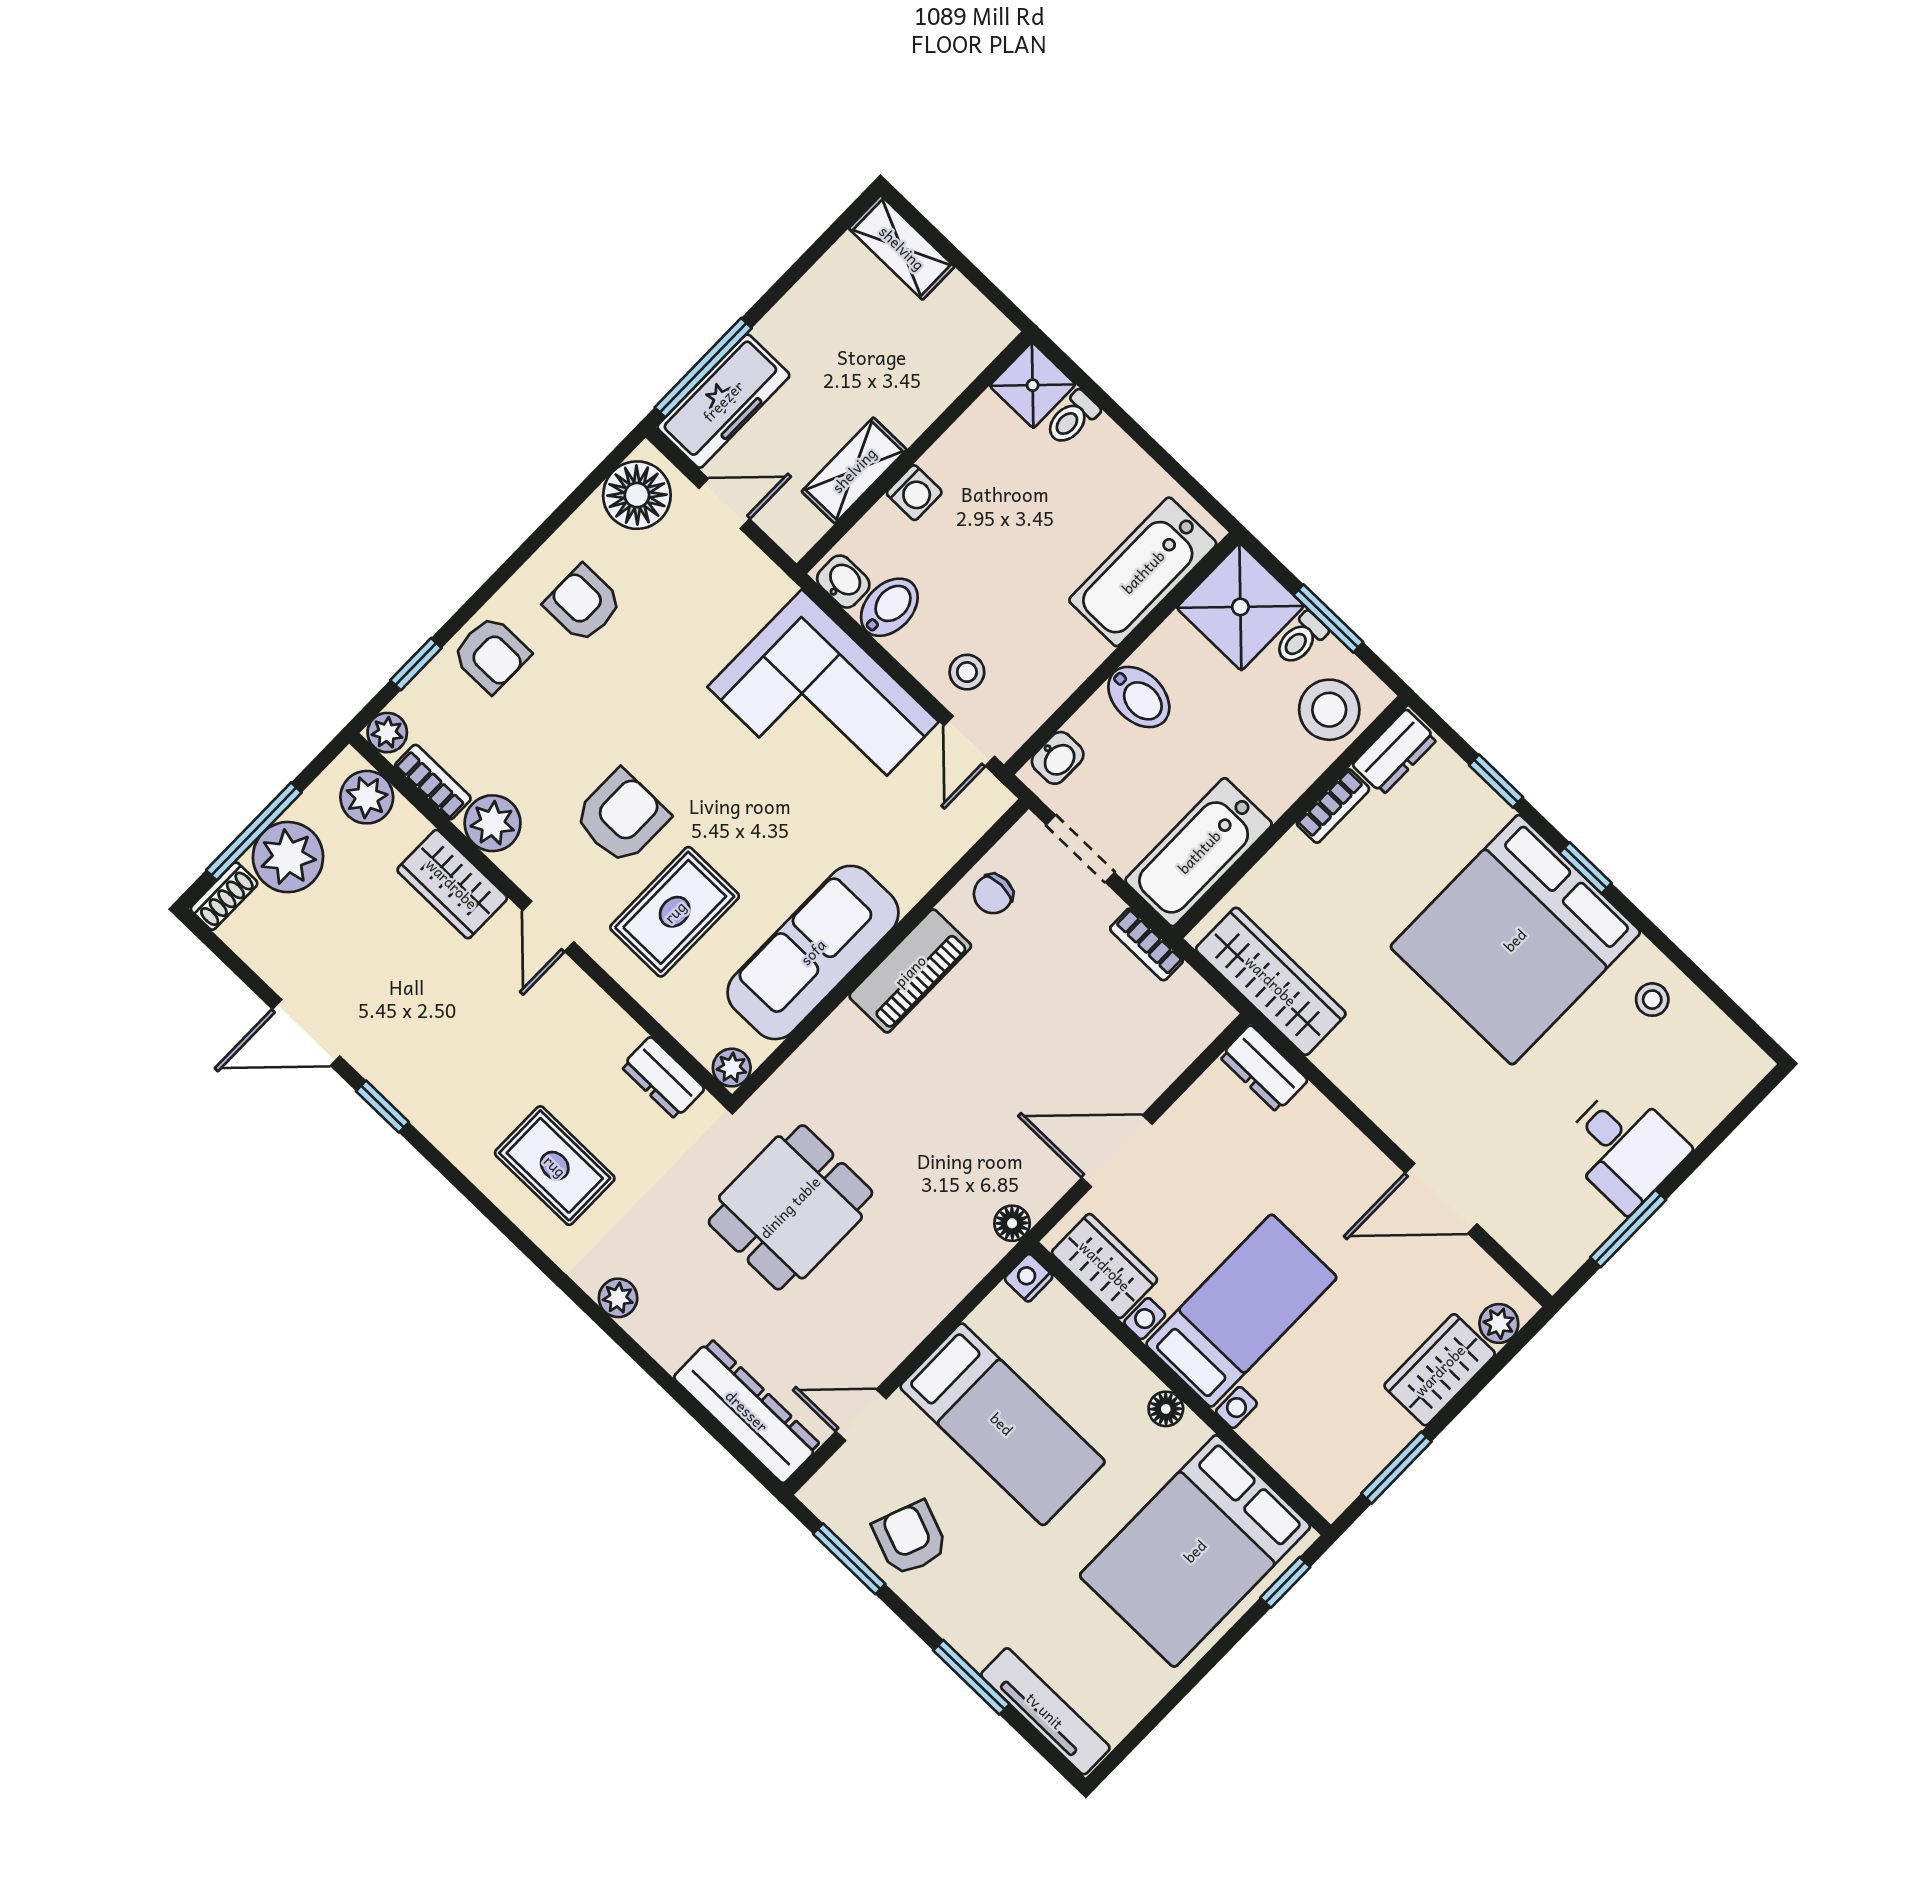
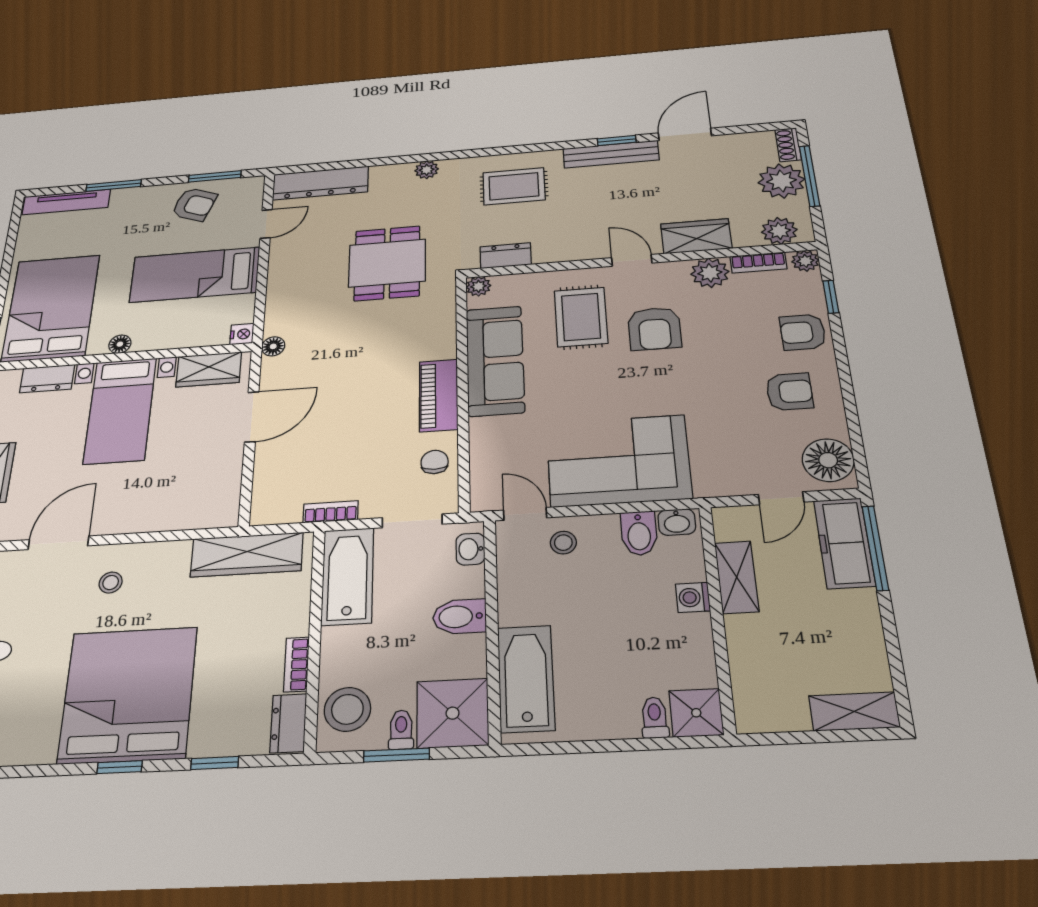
stool: (1652, 1000) -> (111, 583), moved
dresser: (1264, 1068) -> (47, 379), moved, turned 180
bench: (410, 1094) -> (611, 154), added

